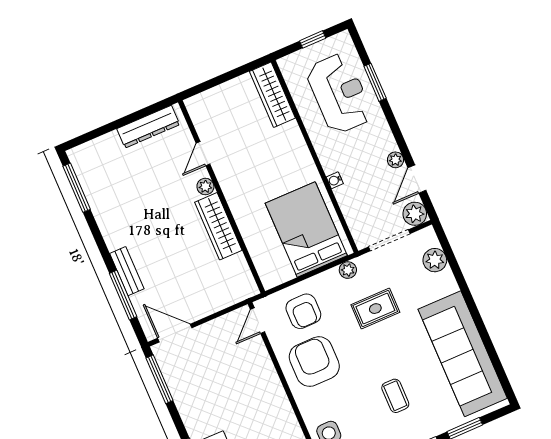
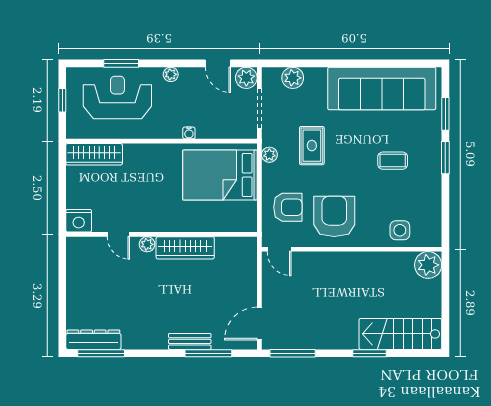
nightstand: (199, 108) -> (79, 221), added
dresser: (148, 127) -> (93, 340), moved, turned -90
plant: (395, 160) -> (171, 74), moved
armchair: (314, 362) -> (334, 216), turned 90

